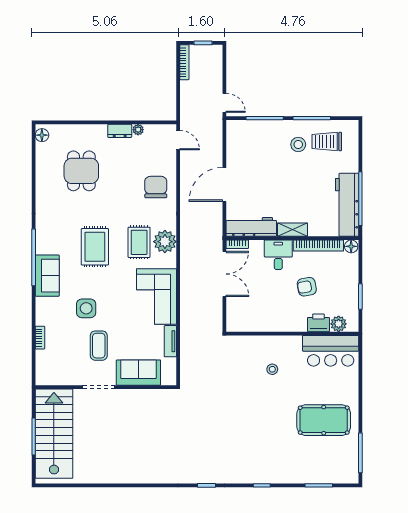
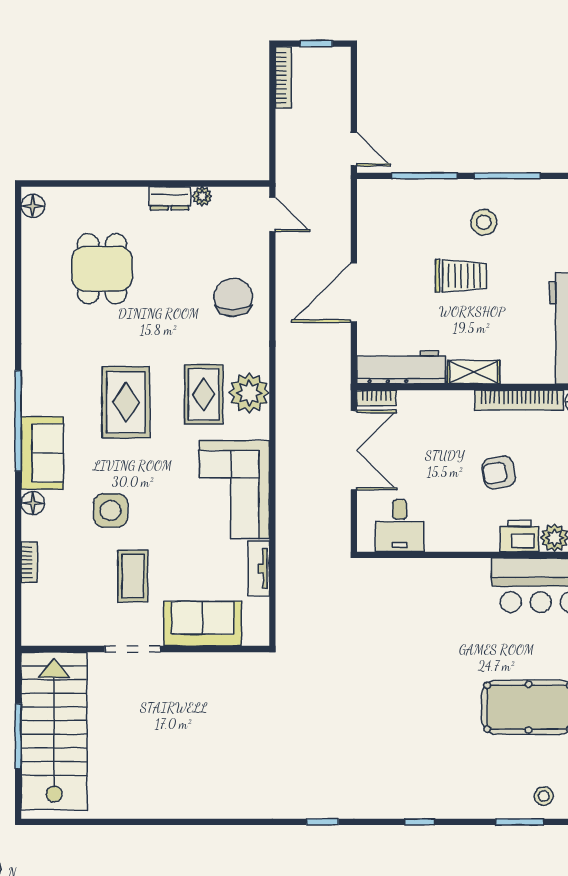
trolley: (327, 142) -> (461, 276), moved, turned 180
desk: (278, 255) -> (400, 526), moved, turned 180
floor lamp: (42, 304) -> (33, 503), added
stool: (272, 369) -> (544, 796), moved

